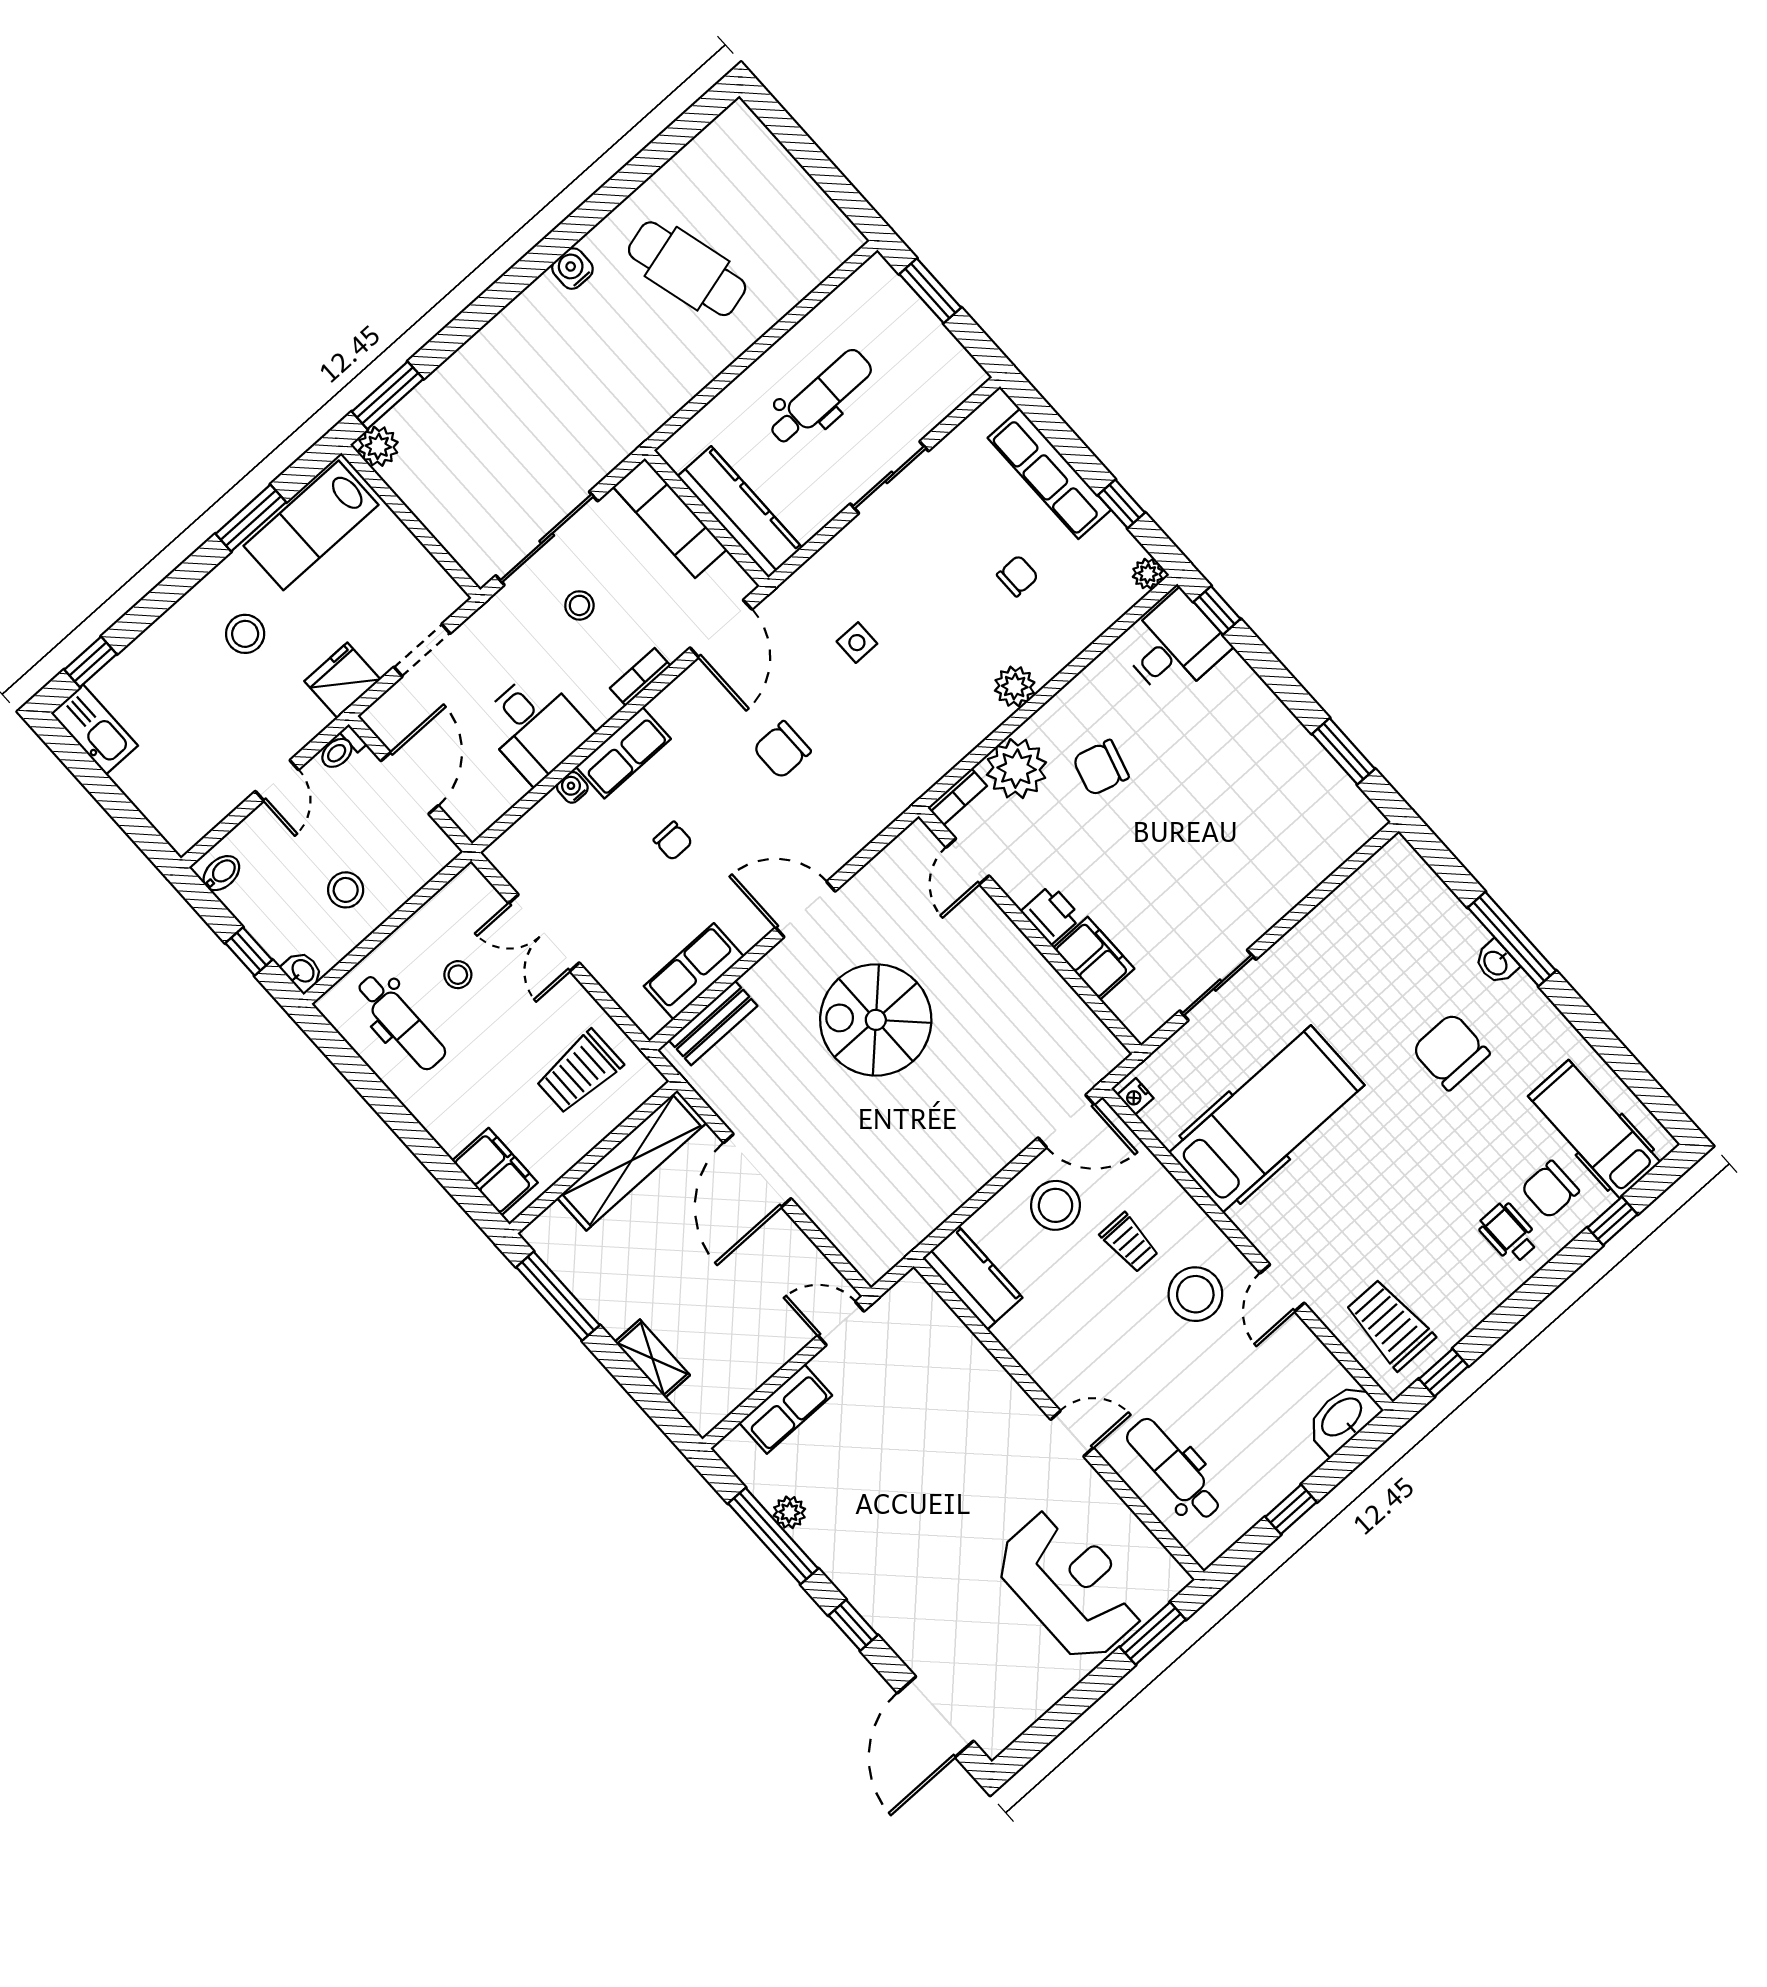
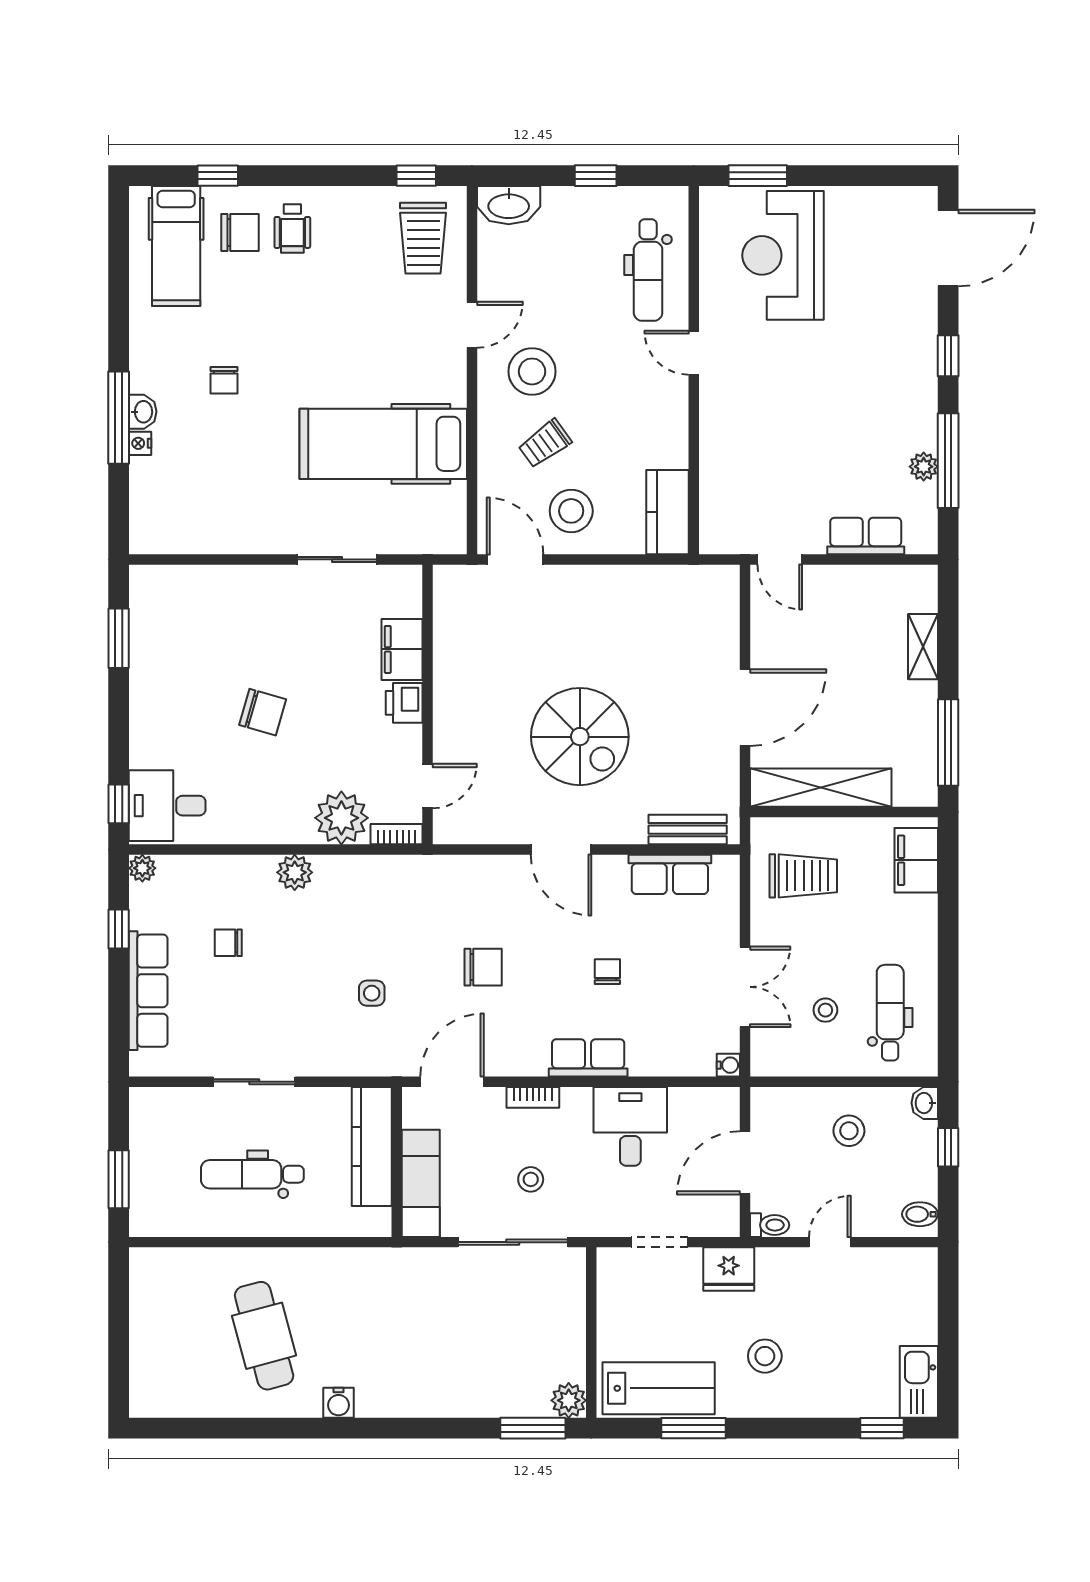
chair: (1101, 768) -> (263, 712), moved
water cooler: (572, 787) -> (728, 1065), moved, turned -90
chair: (1451, 1051) -> (224, 380), width x0.54, depth x0.54
nightstand: (1135, 1096) -> (140, 443), moved, turned 180
trolley: (1129, 1243) -> (545, 444), turned -126

